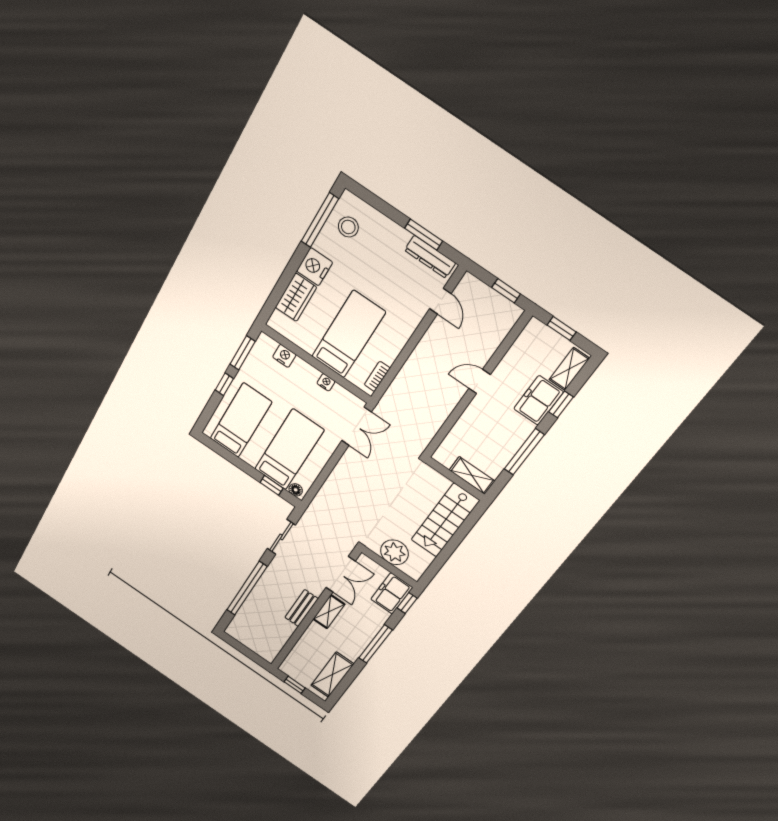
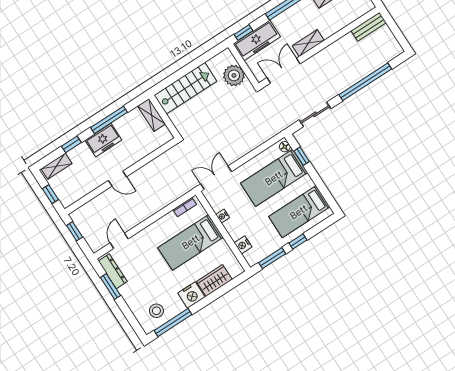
freezer: (538, 400) -> (103, 140), moved
freezer: (392, 593) -> (257, 40), width x1.40
bench: (301, 608) -> (369, 27), moved

